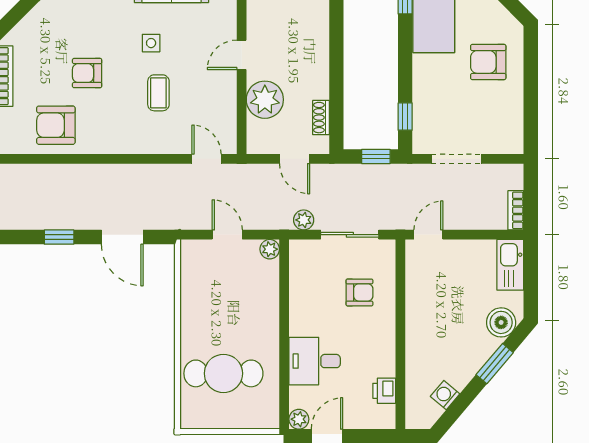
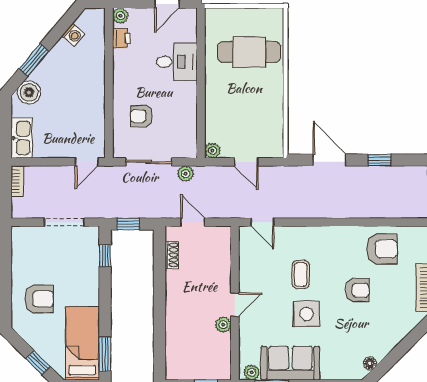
side table: (151, 43) -> (307, 314), width x1.87, depth x1.87
plant: (265, 100) -> (223, 325), moved, width x0.53, depth x0.53
plant: (299, 419) -> (120, 16), moved

